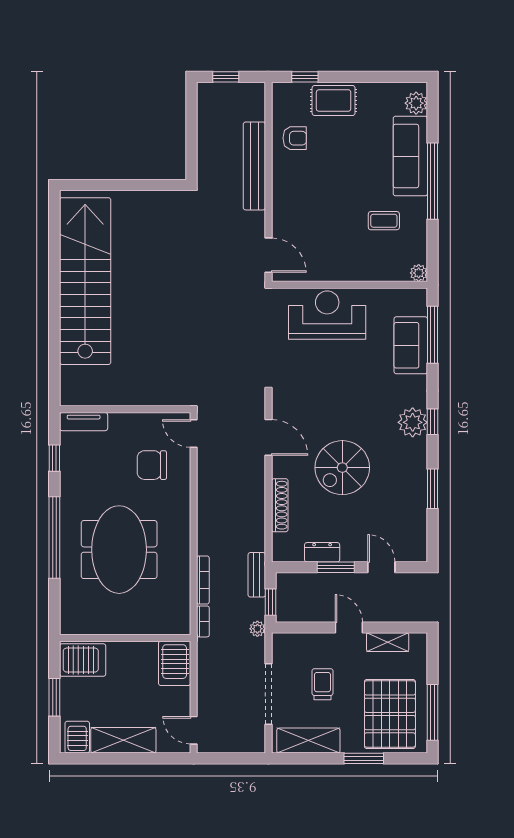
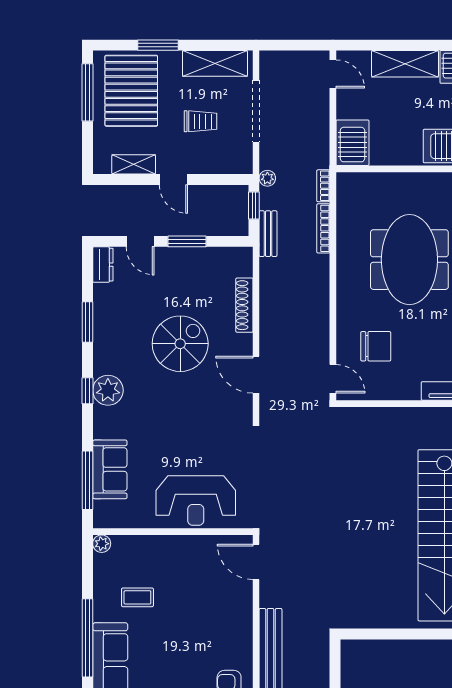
dresser: (322, 552) -> (103, 265), moved, turned -90
trolley: (323, 684) -> (200, 121), turned -90

